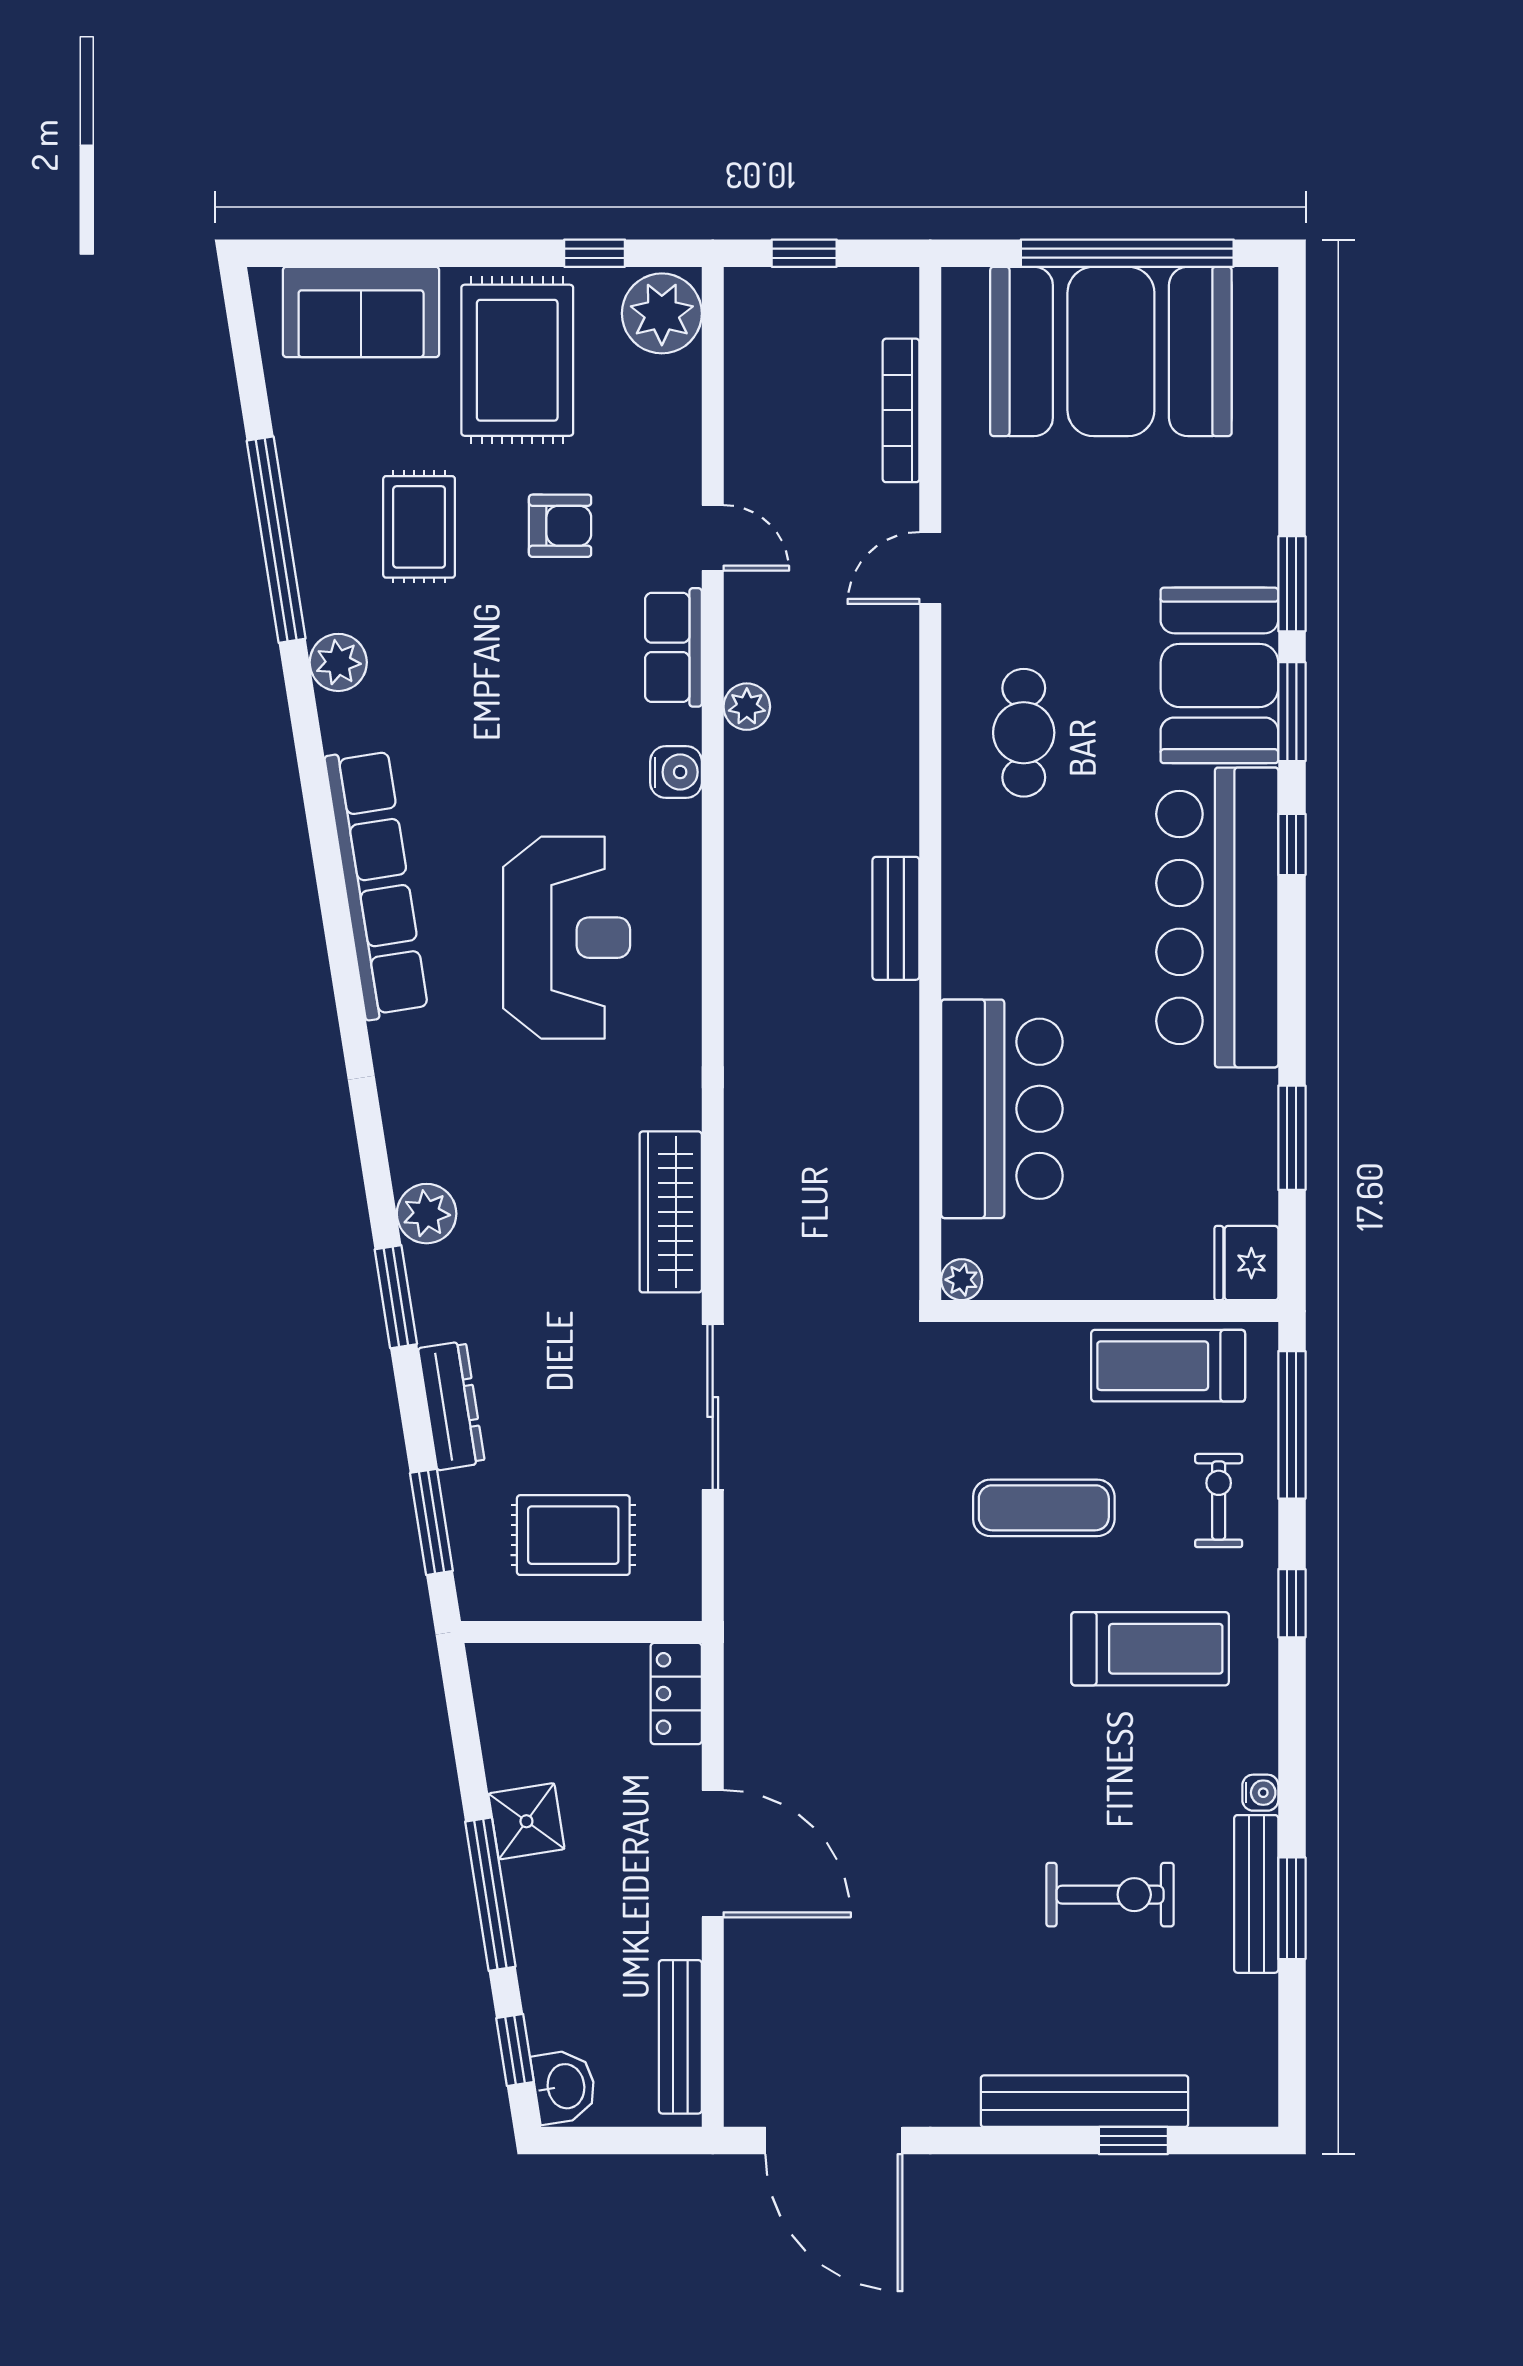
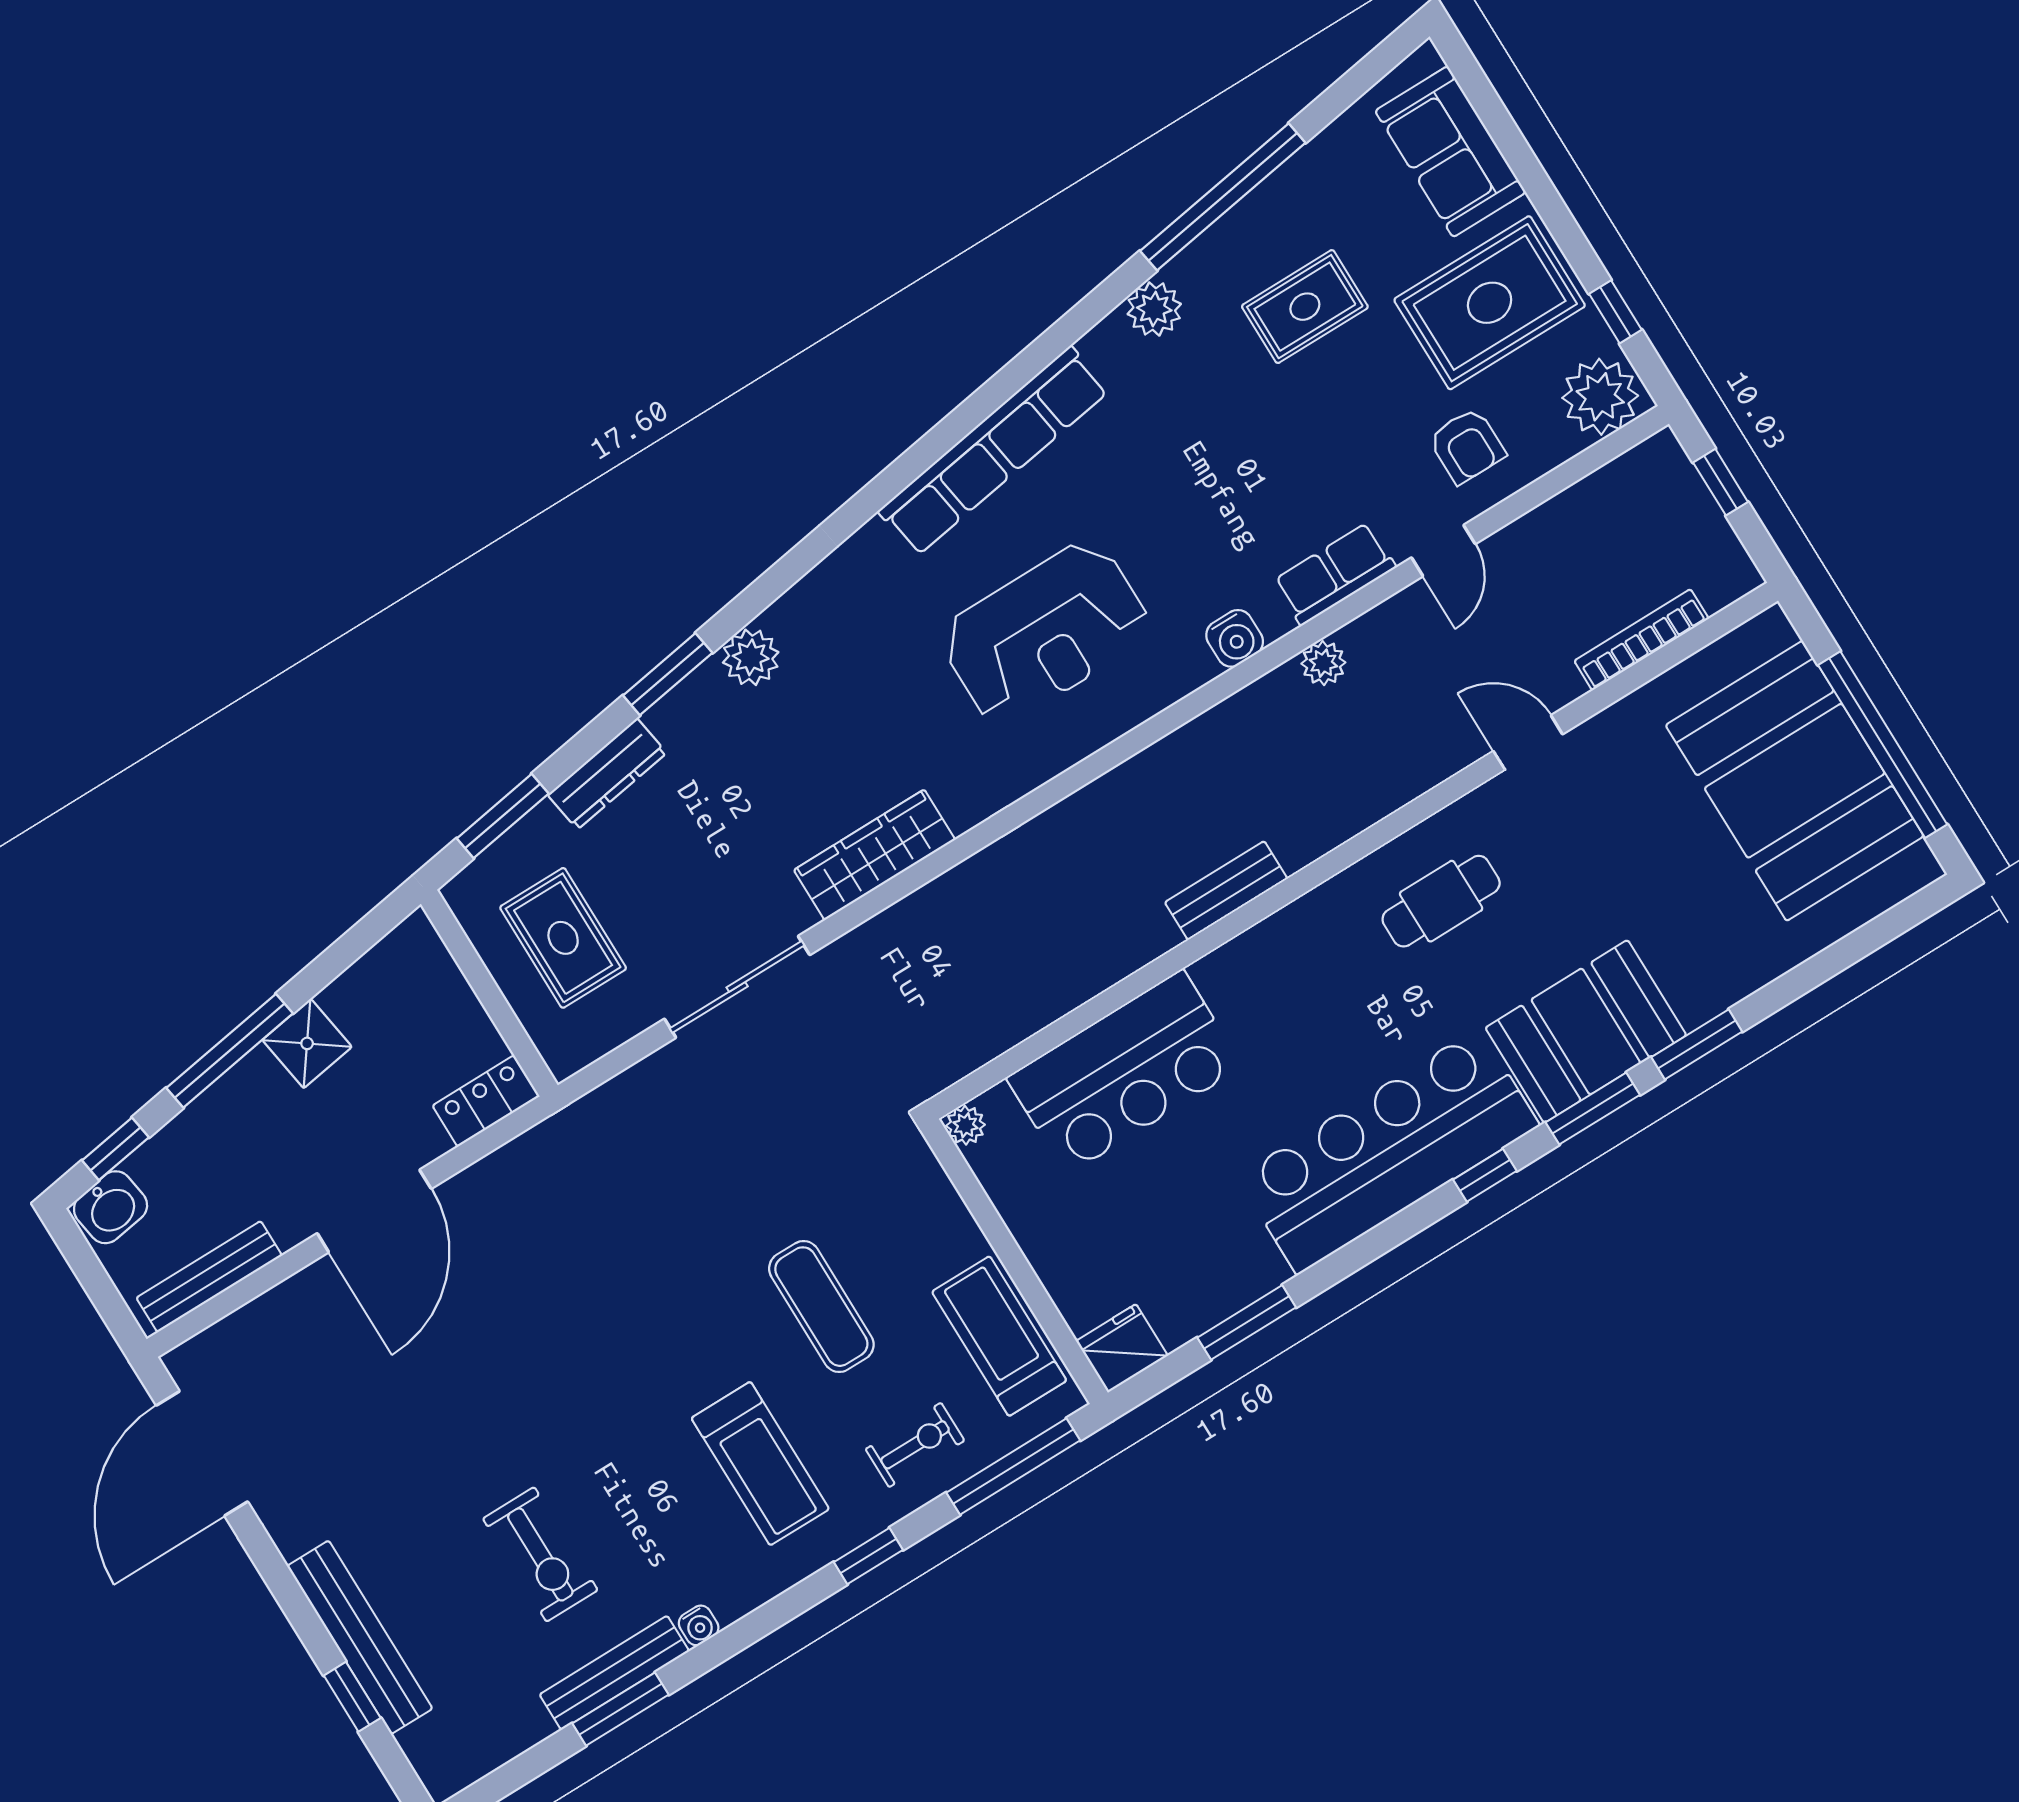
armchair: (560, 526) -> (1467, 446), moved

